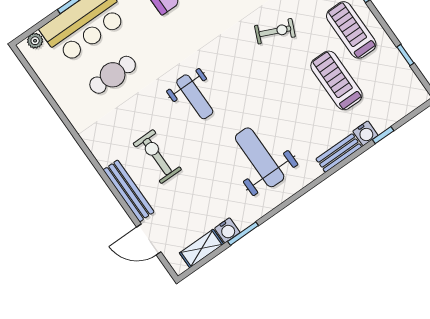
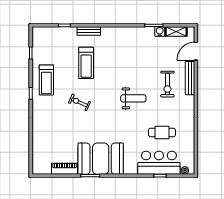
treadmill: (336, 80) -> (86, 63), moved
weight bench: (195, 97) -> (133, 98), turned 90
water cooler: (365, 133) -> (71, 31), removed
weight bench: (260, 157) -> (124, 53), removed
door: (149, 239) -> (196, 51), swing flipped

